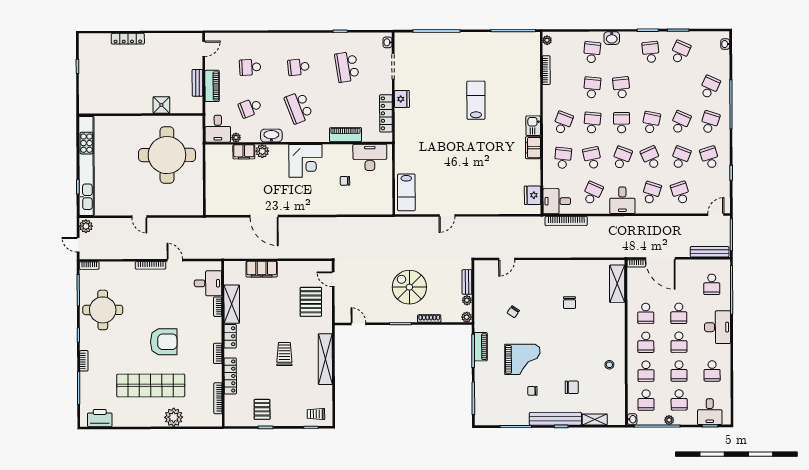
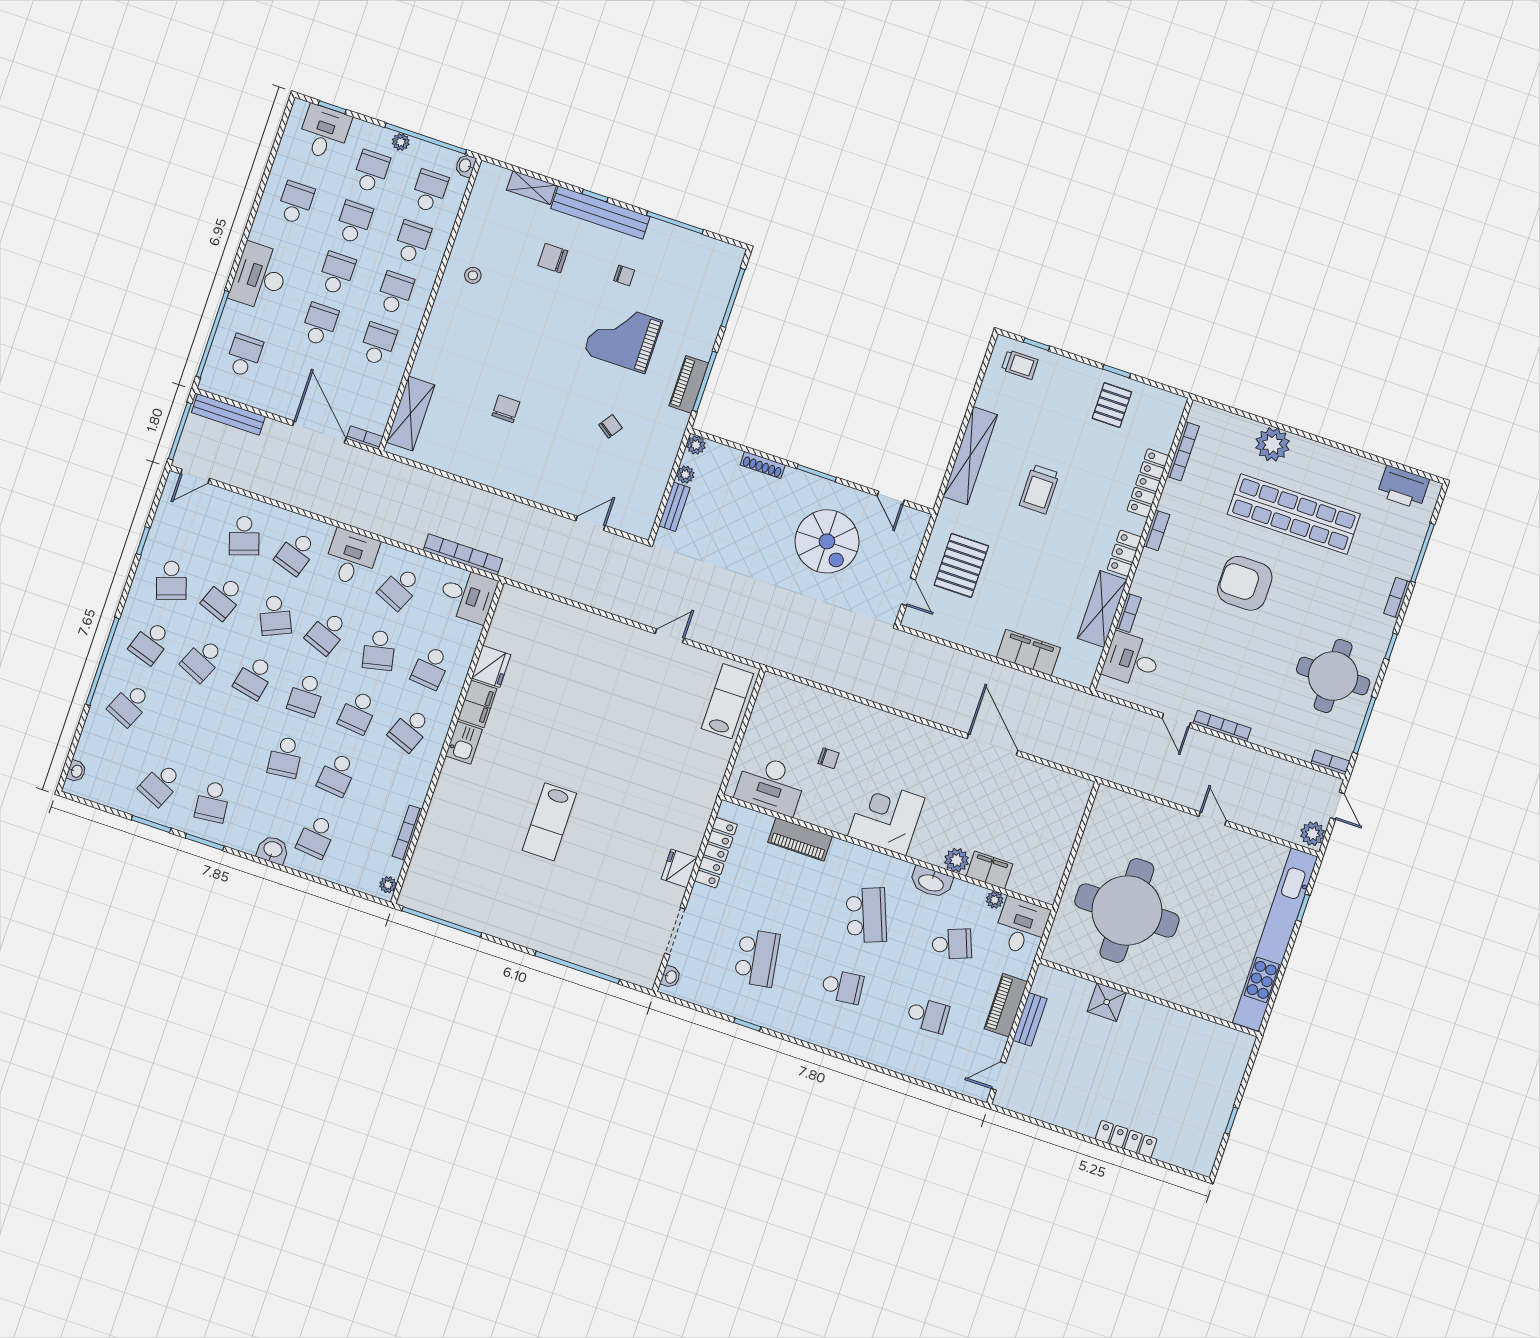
fridge: (533, 195) -> (491, 666), moved
spiral stairs: (409, 287) -> (827, 541), moved

